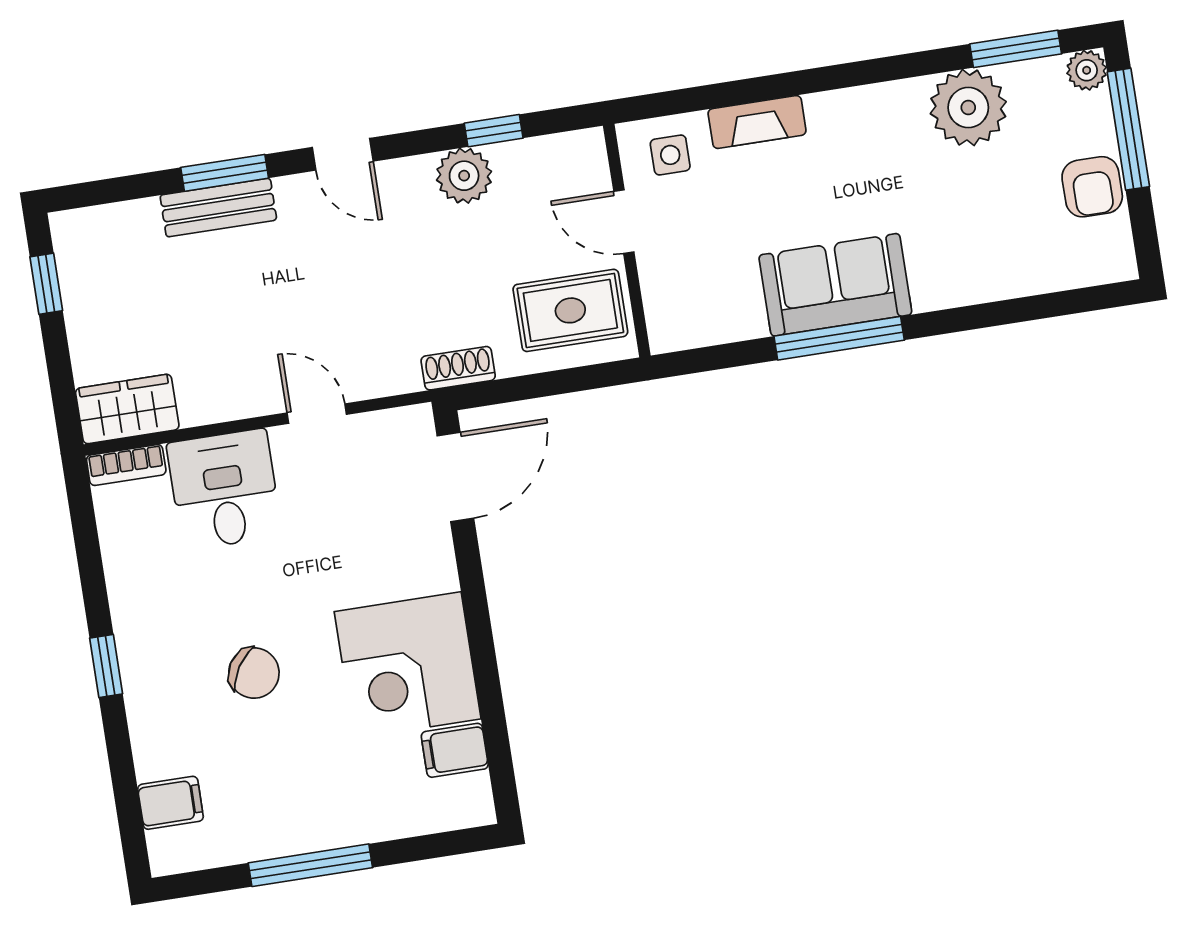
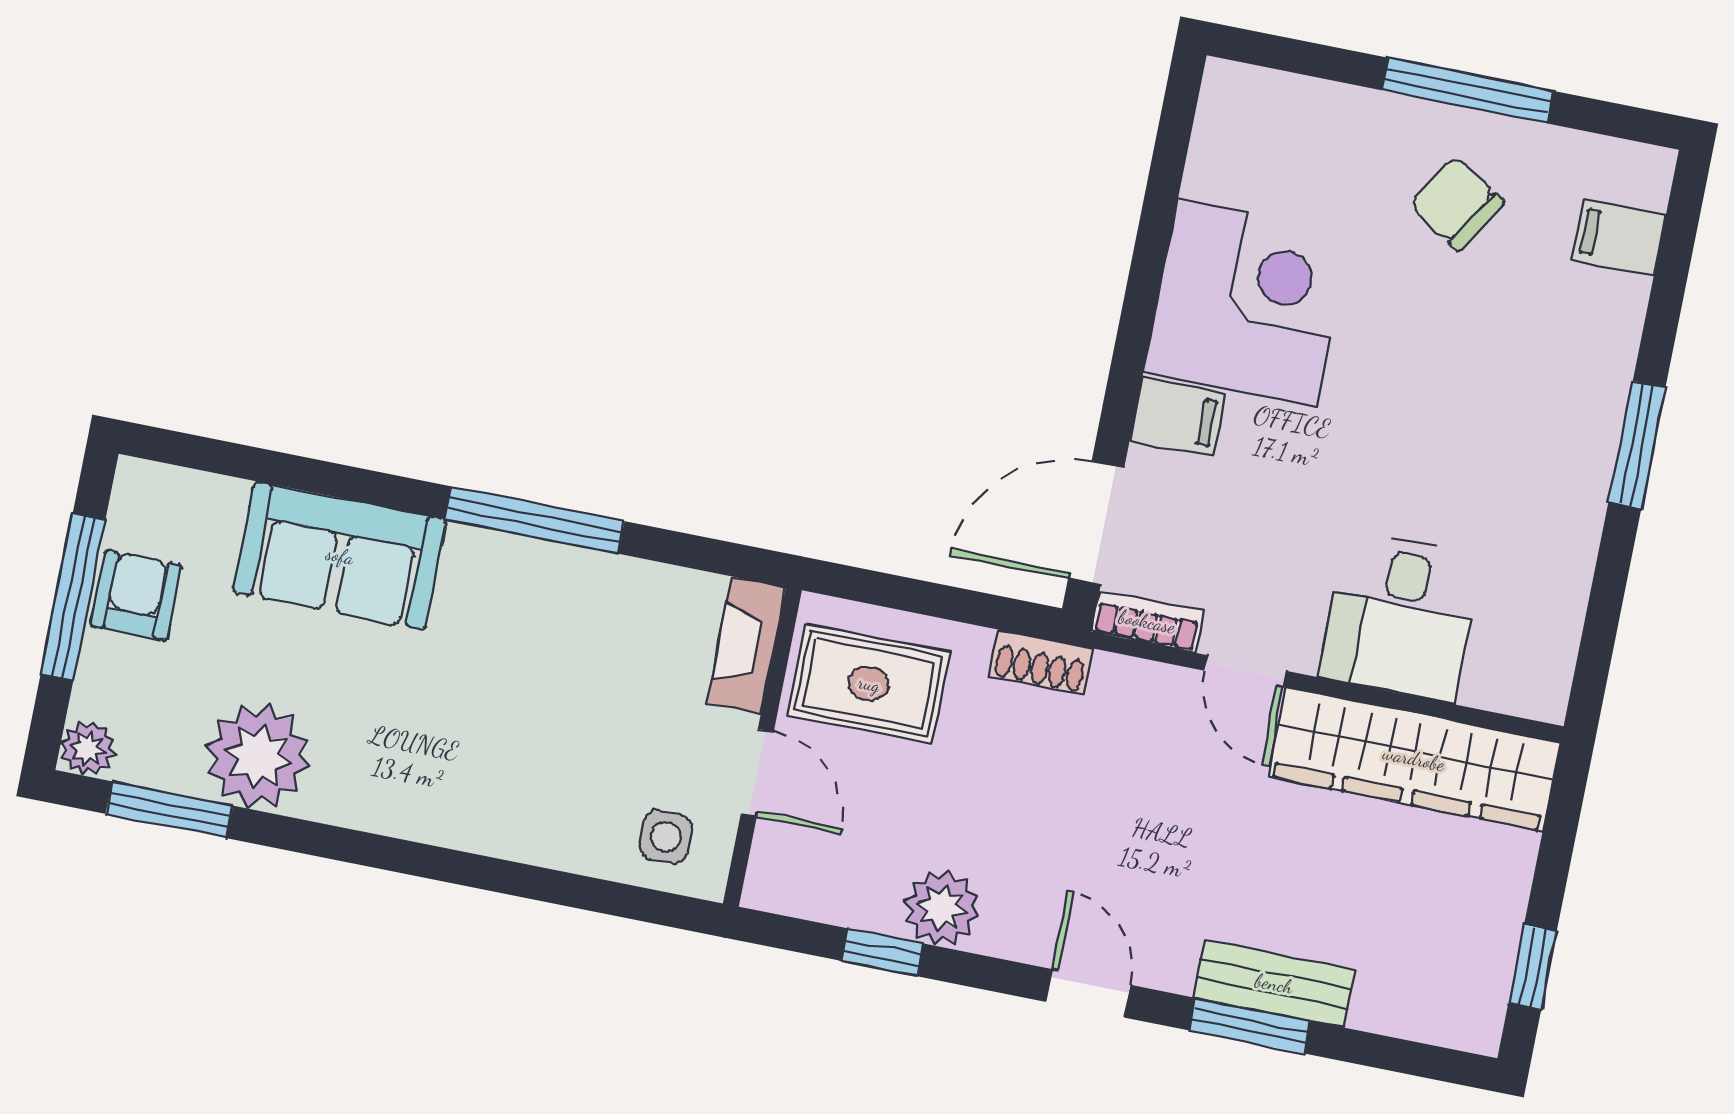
fireplace: (757, 122) -> (746, 645), moved, turned -90
window: (1128, 129) -> (73, 597), moved
sofa: (835, 285) -> (340, 556), moved
wardrobe: (127, 409) -> (1414, 759), width x2.10, depth x1.17
bookcase: (126, 465) -> (1147, 622), moved
window: (106, 666) -> (1637, 445), width x1.50
chair: (254, 673) -> (1457, 203), moved
filing cabinet: (455, 750) -> (1178, 417), moved

